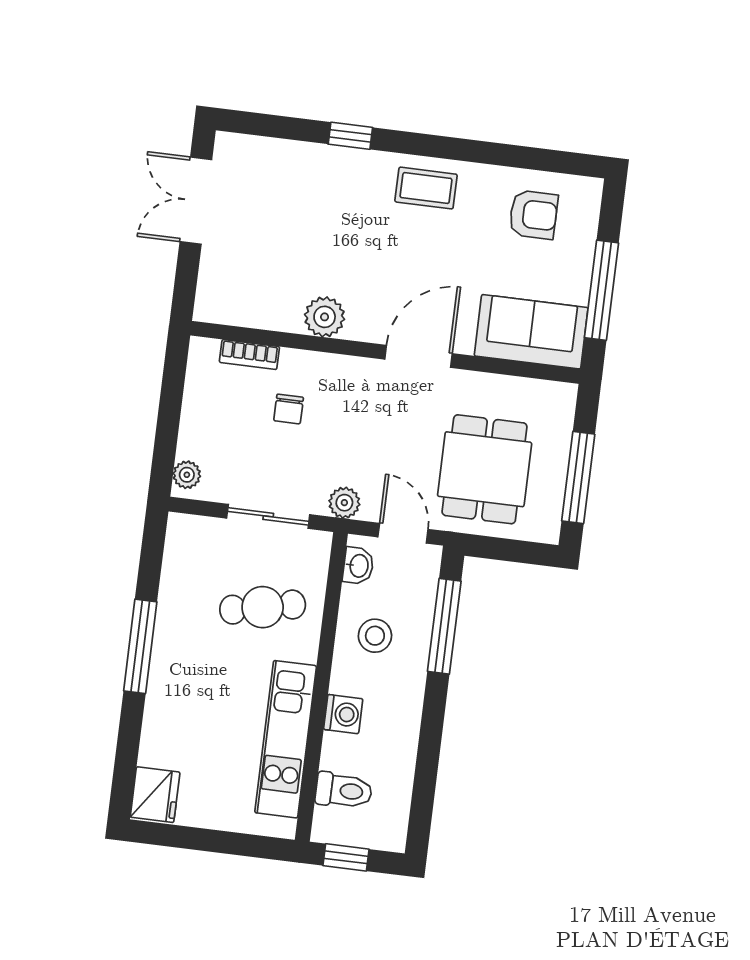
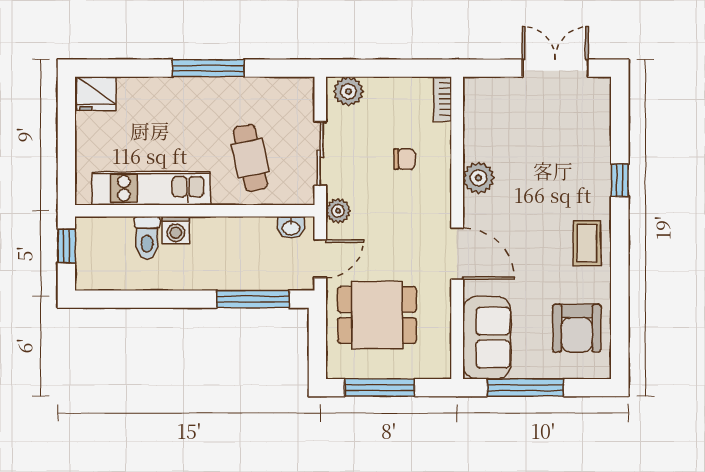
armchair: (533, 215) -> (577, 328), width x1.38, depth x1.38
bookcase: (249, 355) -> (442, 99), moved
chair: (289, 409) -> (404, 159), turned 180
plant: (187, 475) -> (348, 91), width x1.38, depth x1.38
stool: (375, 636) -> (239, 247), removed
toilet: (344, 791) -> (147, 238), moved

